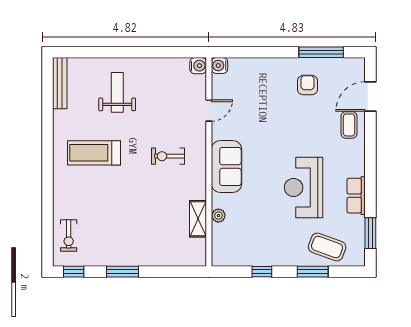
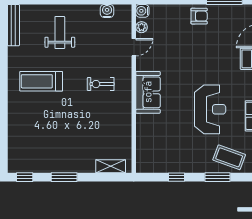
water cooler: (198, 66) -> (107, 11), moved, turned -90
armchair: (307, 85) -> (199, 16), moved, turned 90
reception desk: (303, 187) -> (210, 109), turned 180
plant: (218, 216) -> (142, 27), moved
shelving: (198, 219) -> (111, 166), moved, turned 90
exercise bike: (69, 236) -> (21, 148), removed

